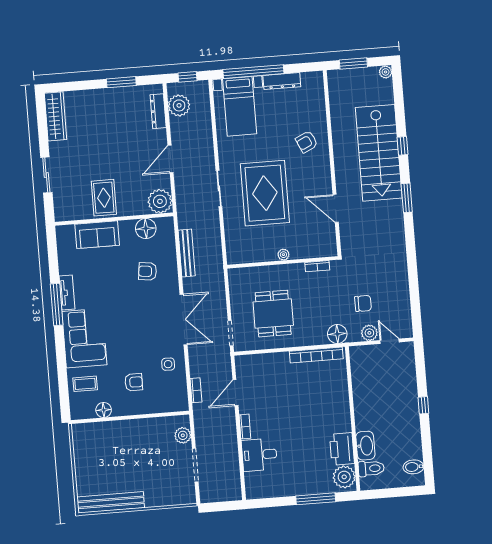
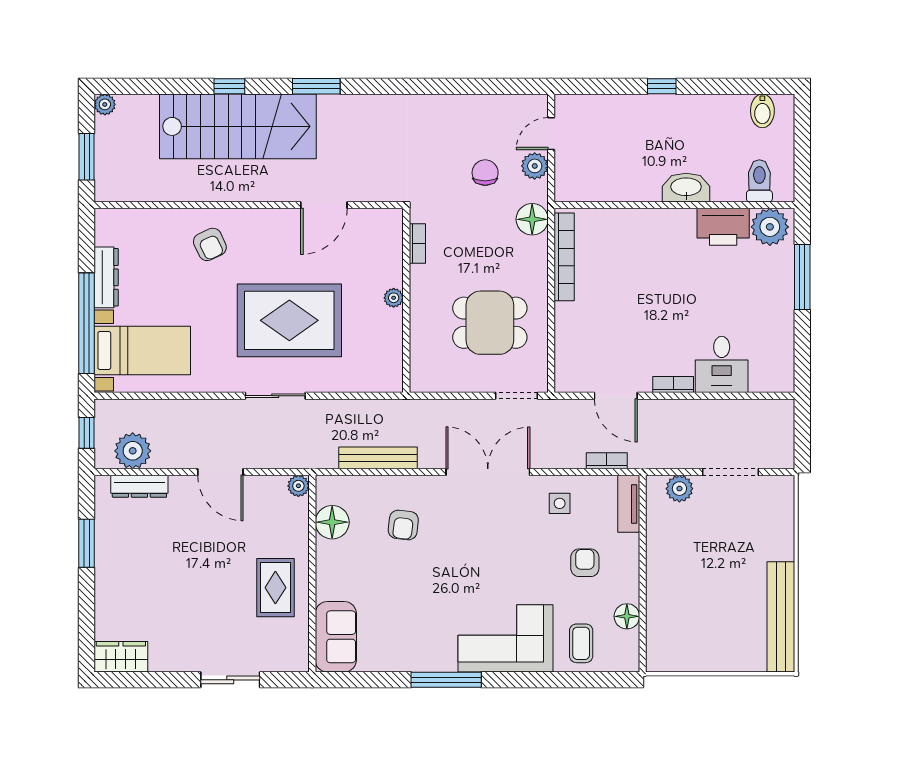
wardrobe: (56, 116) -> (121, 657), width x0.67
rug: (104, 198) -> (275, 588), turned 90
plant: (160, 201) -> (298, 486), width x0.53, depth x0.53
sofa: (97, 235) -> (336, 637), moved
tv unit: (67, 293) -> (629, 504), moved, turned -90
washbasin: (365, 446) -> (686, 188), moved

